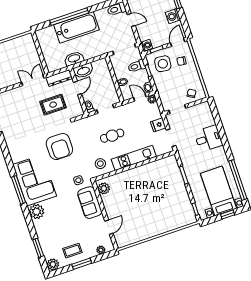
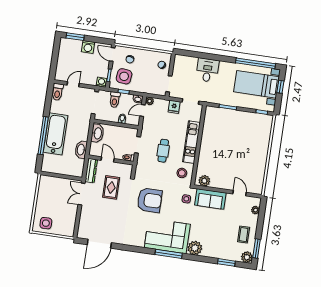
washbasin: (83, 71) -> (97, 133), moved
window: (82, 264) -> (256, 249), moved

